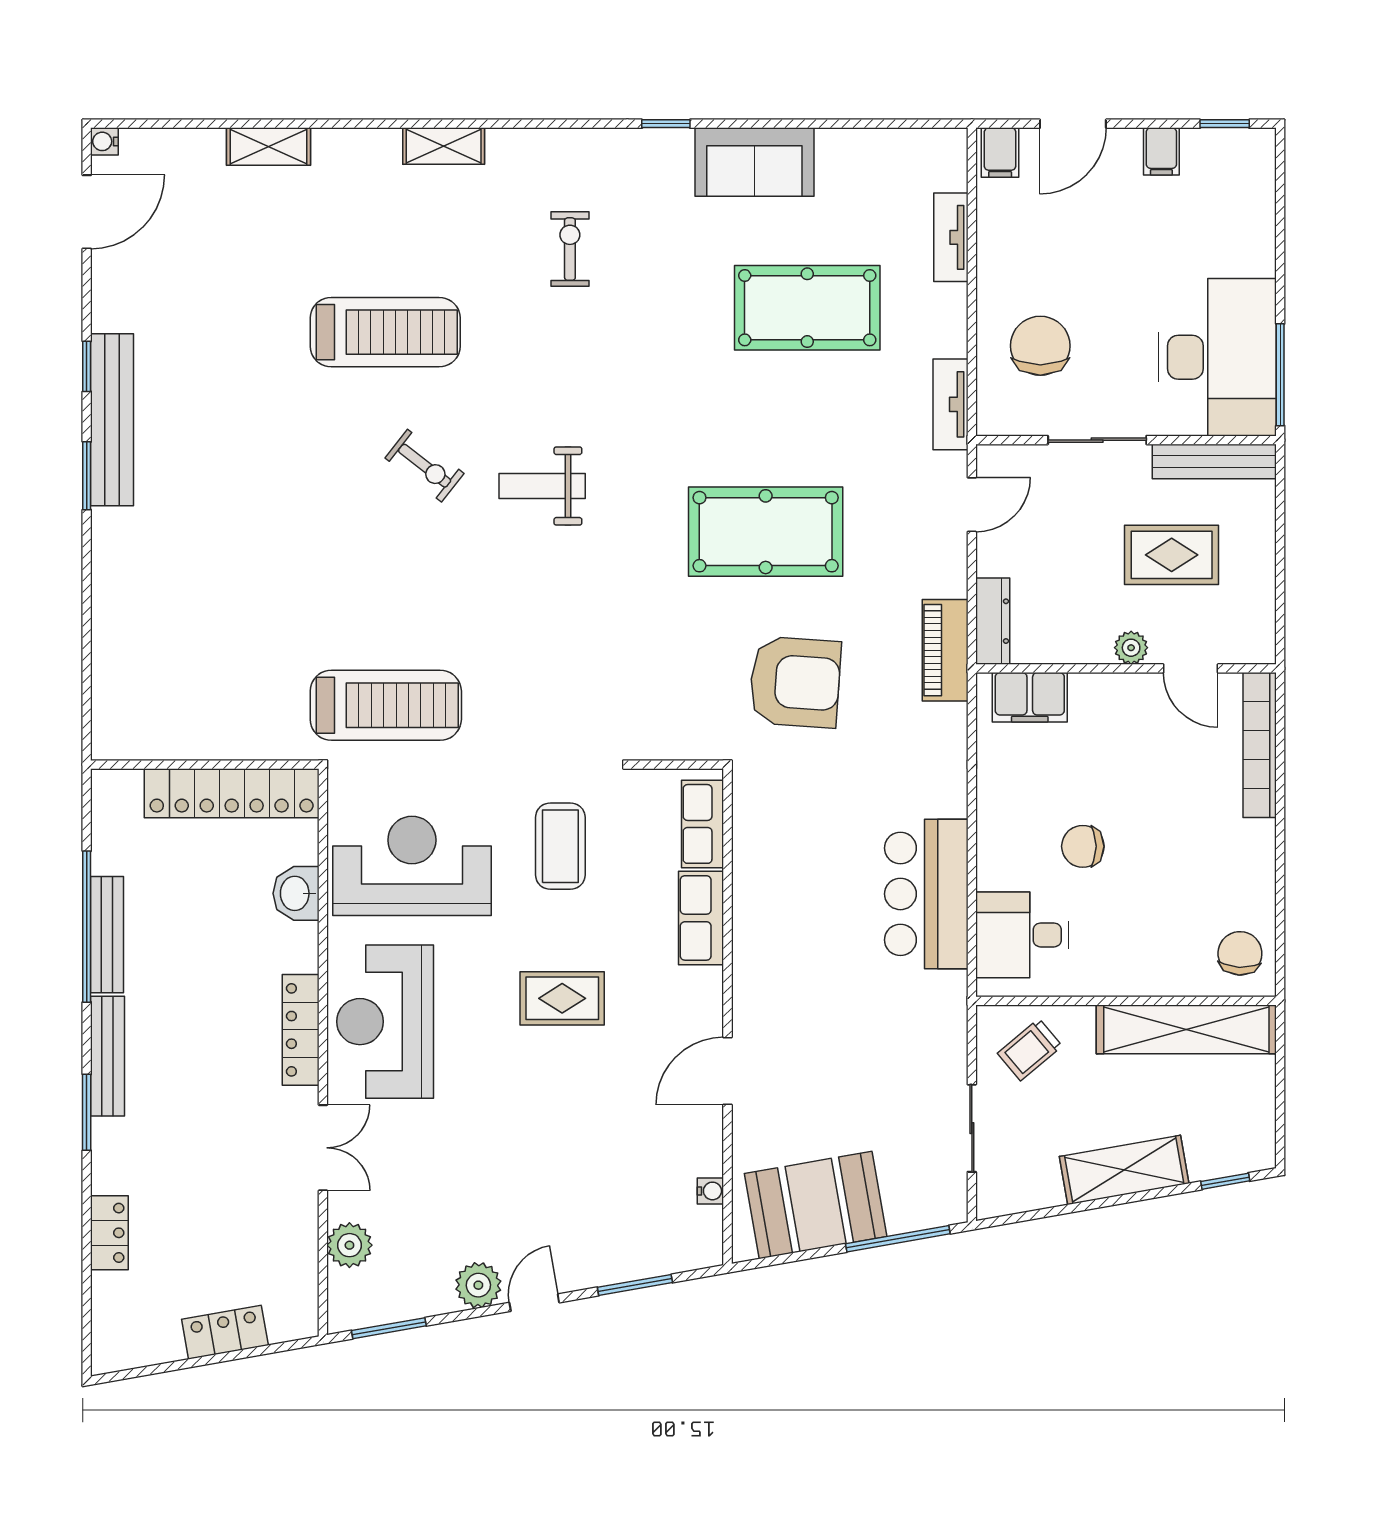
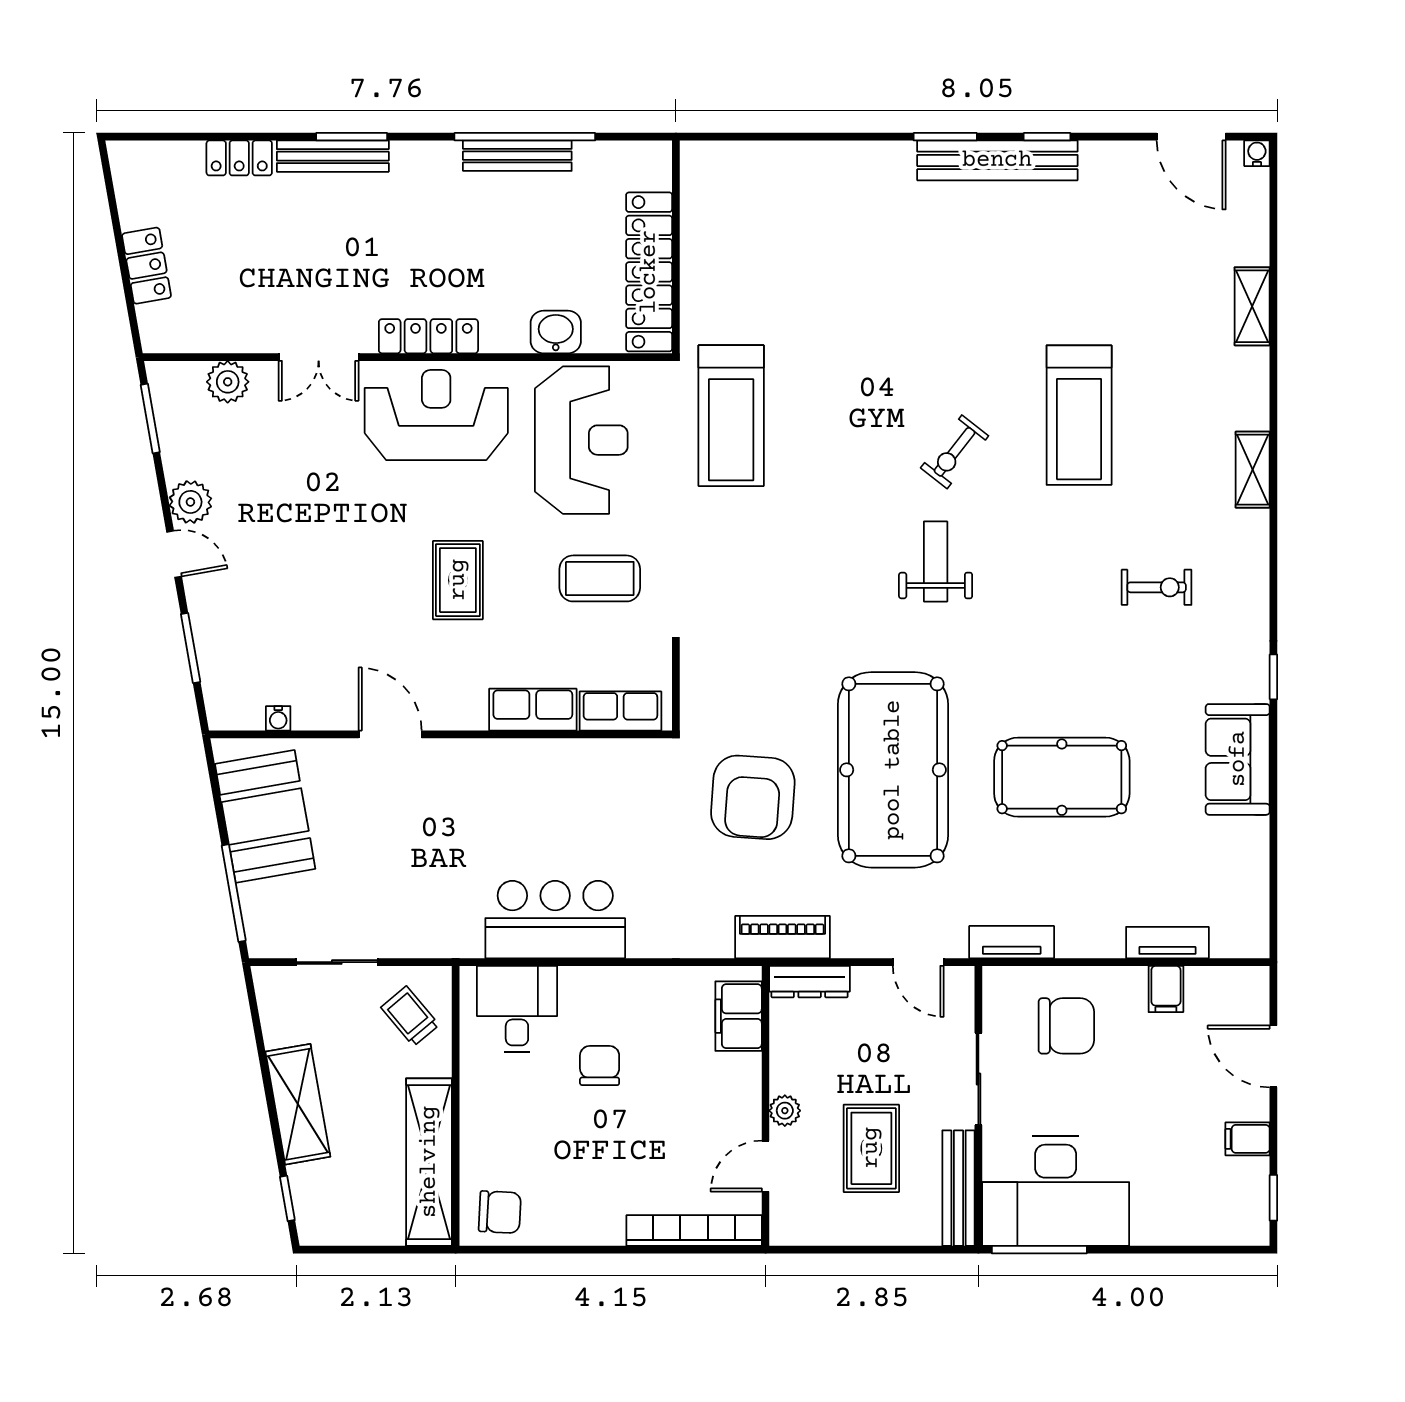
filing cabinet: (1000, 153) -> (1166, 989), moved, turned -90
pool table: (807, 308) -> (1062, 777), moved, turned 90
pool table: (766, 532) -> (893, 770), width x1.36, depth x1.32
bench: (107, 1056) -> (333, 156), moved

